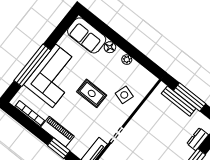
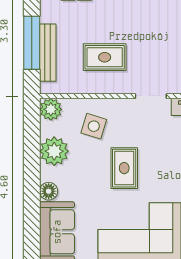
plant: (127, 60) -> (54, 151), width x1.88, depth x1.88
plant: (149, 80) -> (51, 109), added
rug: (154, 127) -> (105, 57), added

